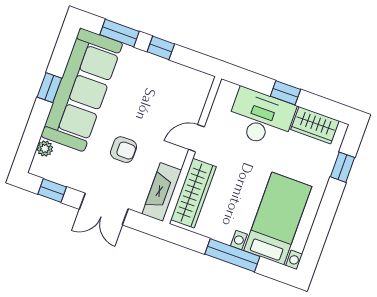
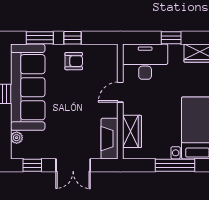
desk: (261, 118) -> (145, 62), moved
armchair: (124, 150) -> (74, 61), moved
wardrobe: (193, 193) -> (132, 131), width x0.67

